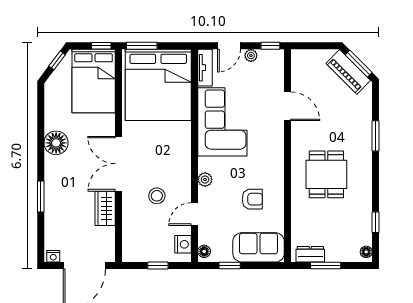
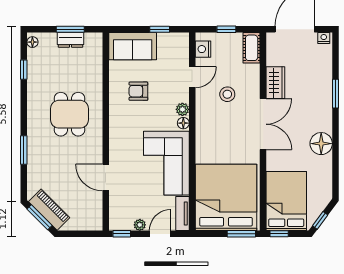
cot: (131, 246) -> (252, 48), added
floor lamp: (204, 251) -> (183, 123), moved
dresser: (310, 254) -> (71, 40), moved

